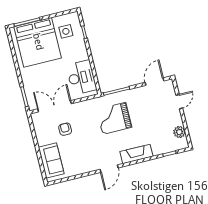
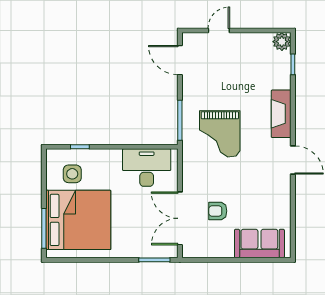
door: (179, 102) -> (219, 30), hinge flipped
plant: (179, 132) -> (282, 42), moved

